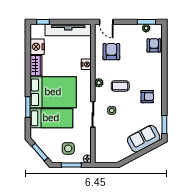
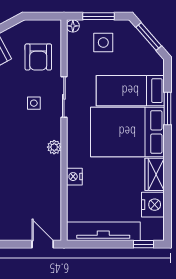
armchair: (111, 52) -> (38, 57), moved
coffee table: (120, 86) -> (20, 142), removed

